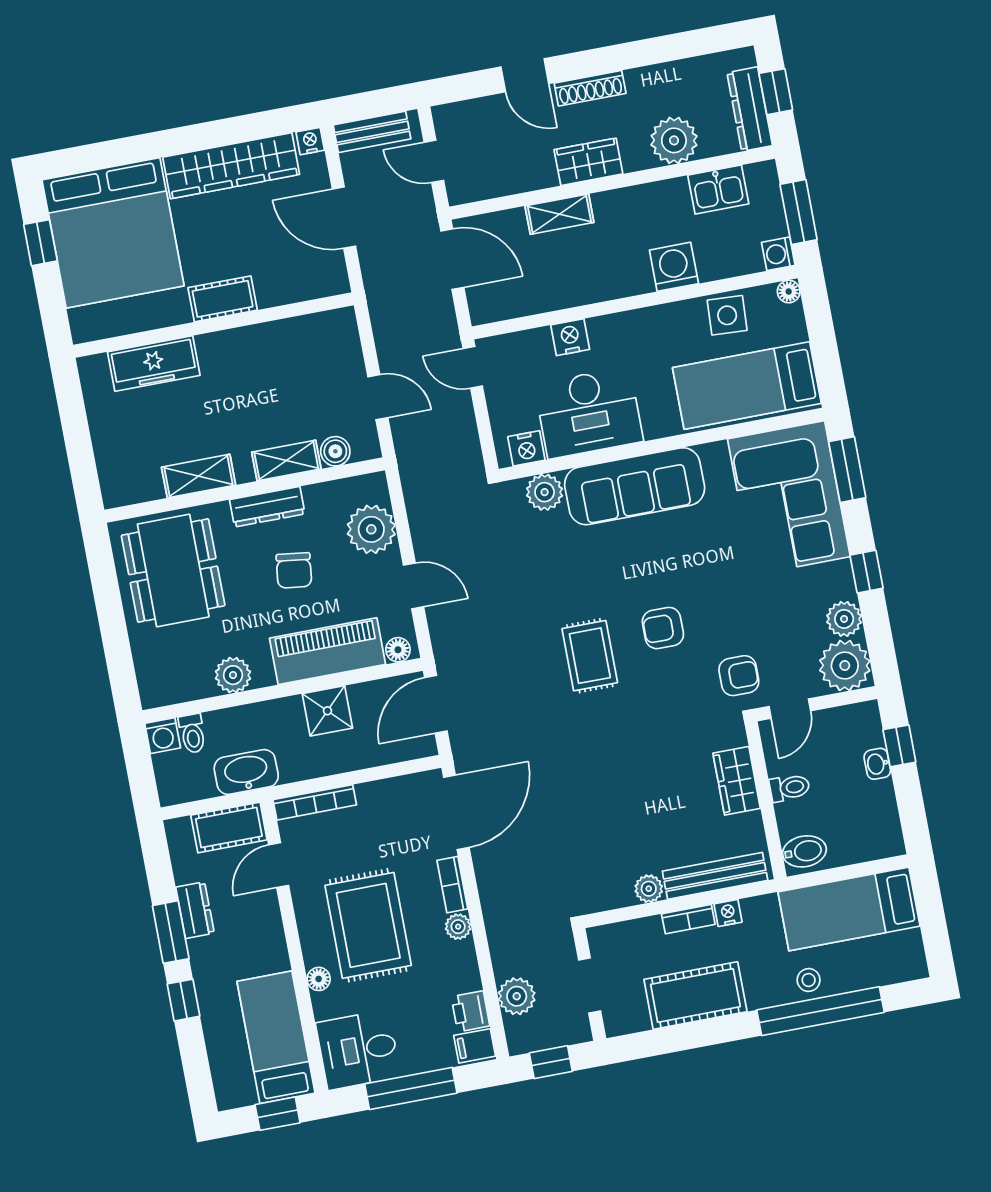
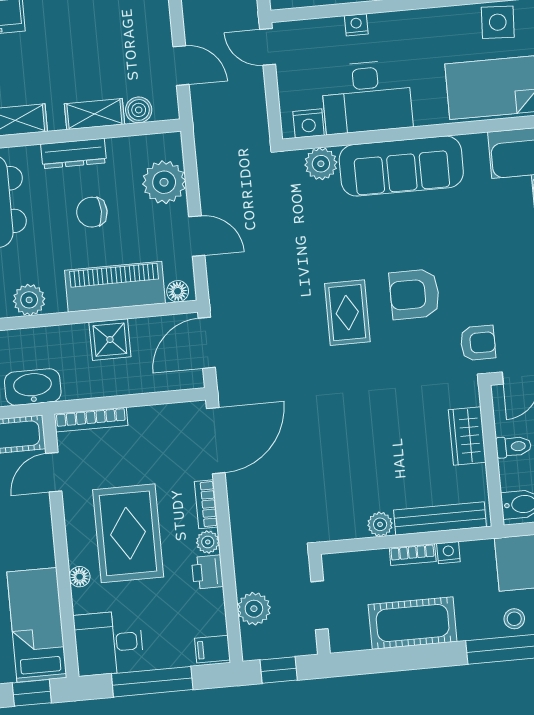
nightstand: (570, 337) -> (356, 25), width x0.72, depth x0.74
chair: (294, 570) -> (92, 212), turned 83
armchair: (663, 628) -> (415, 294), width x1.38, depth x1.38
printer: (471, 1011) -> (207, 572), moved

